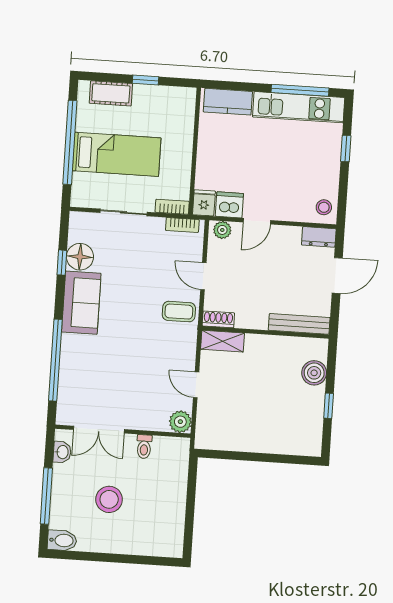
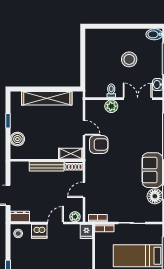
dishwasher: (229, 205) -> (39, 231), moved
door: (203, 276) -> (84, 190), swing flipped
coffee table: (179, 312) -> (97, 169), removed
bench: (299, 324) -> (47, 166), moved
armchair: (172, 354) -> (99, 144), added
plant: (180, 422) -> (111, 106), moved
shelving: (258, 441) -> (47, 98), added

